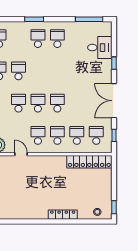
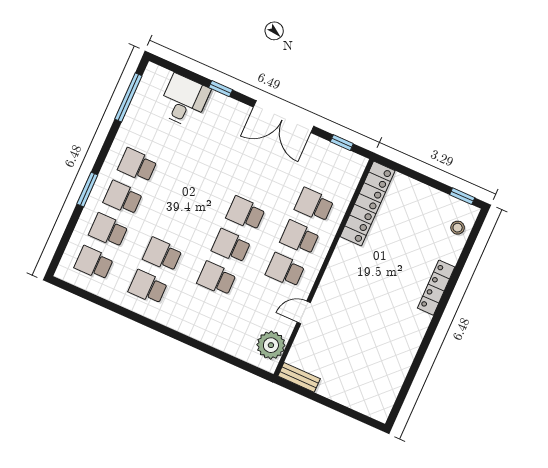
school desk: (96, 135) -> (108, 230), moved

